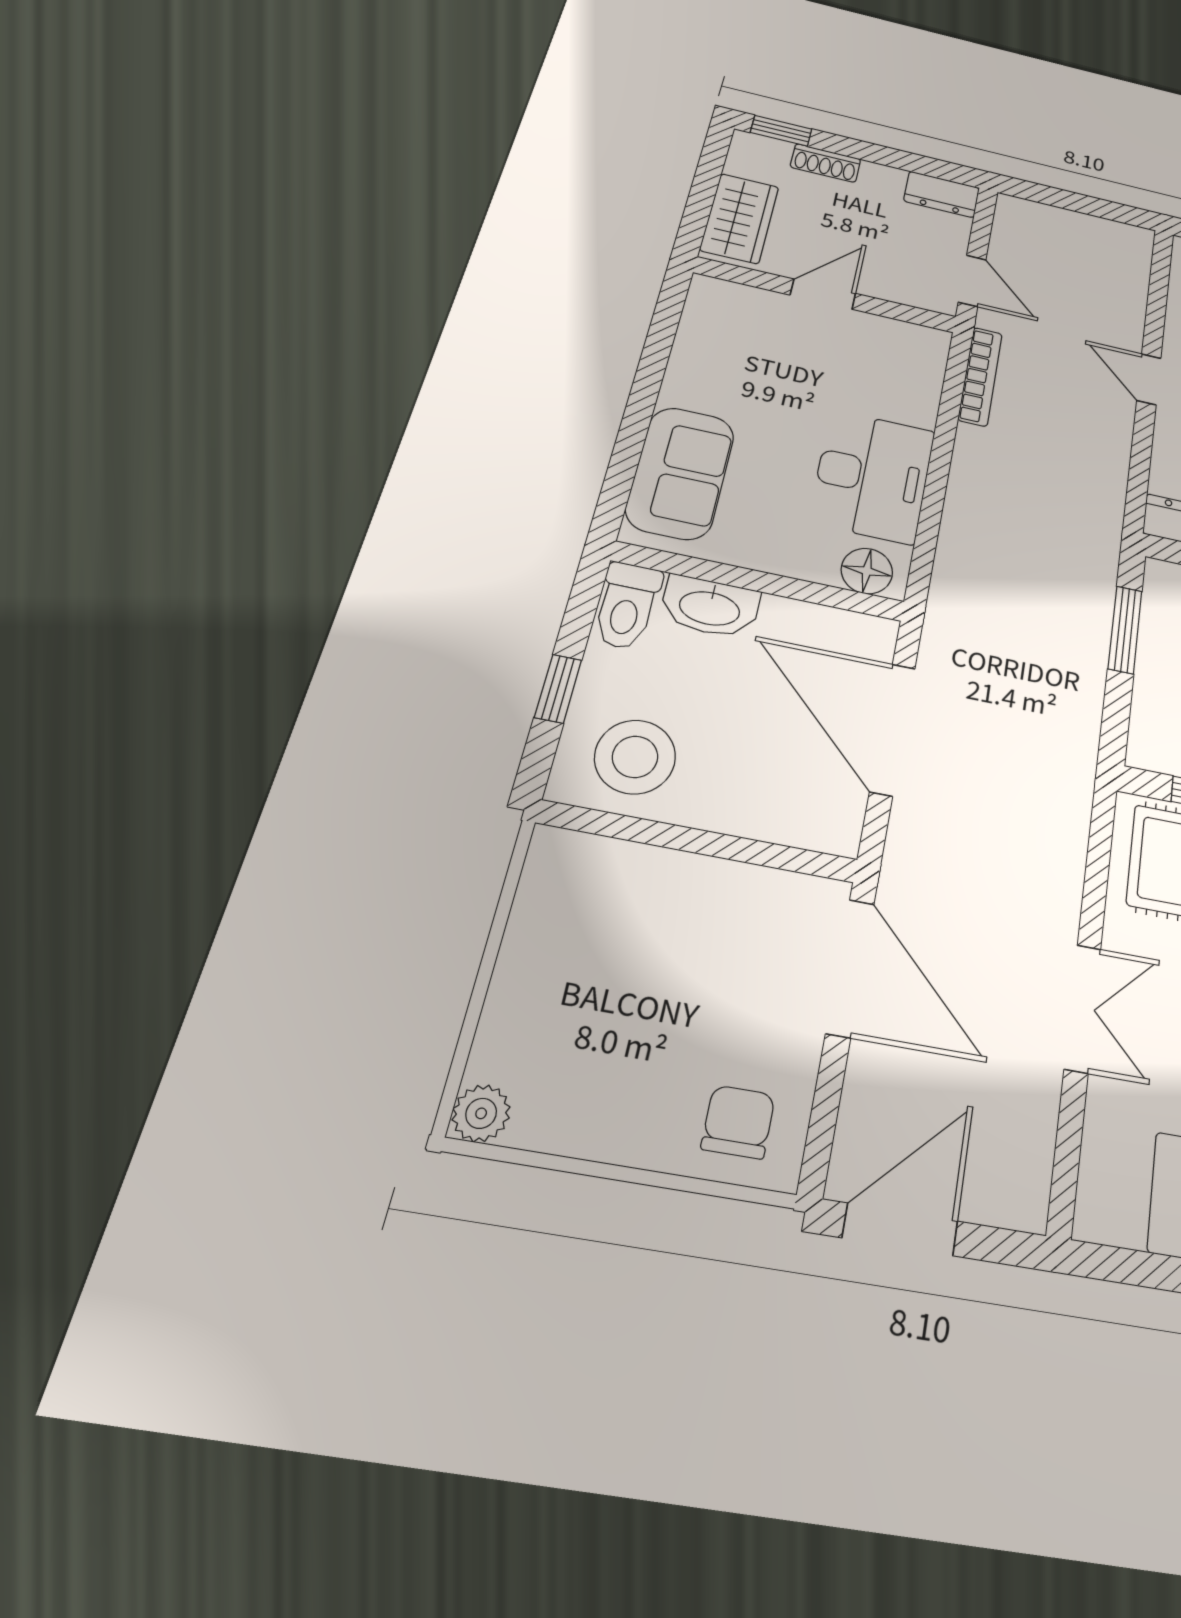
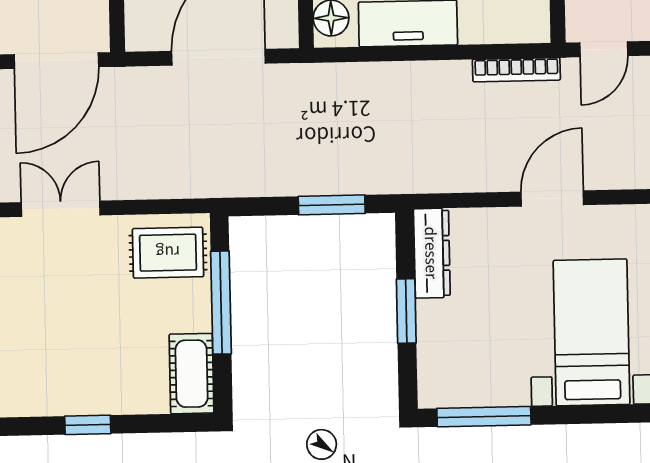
door: (1149, 379) -> (552, 198), width x1.38
double door: (1083, 1008) -> (61, 209), swing flipped

